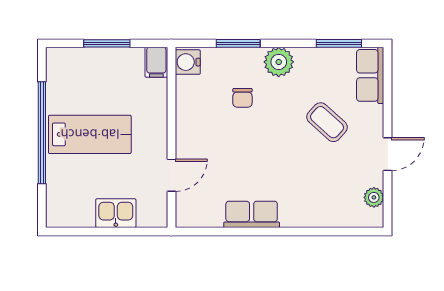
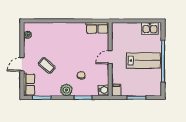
lab bench: (90, 134) -> (143, 60), turned 180
door: (388, 154) -> (22, 64), moved
door: (171, 175) -> (110, 57), moved
kitchen sink: (116, 213) -> (150, 28), moved
row of seats: (252, 214) -> (97, 28), moved

